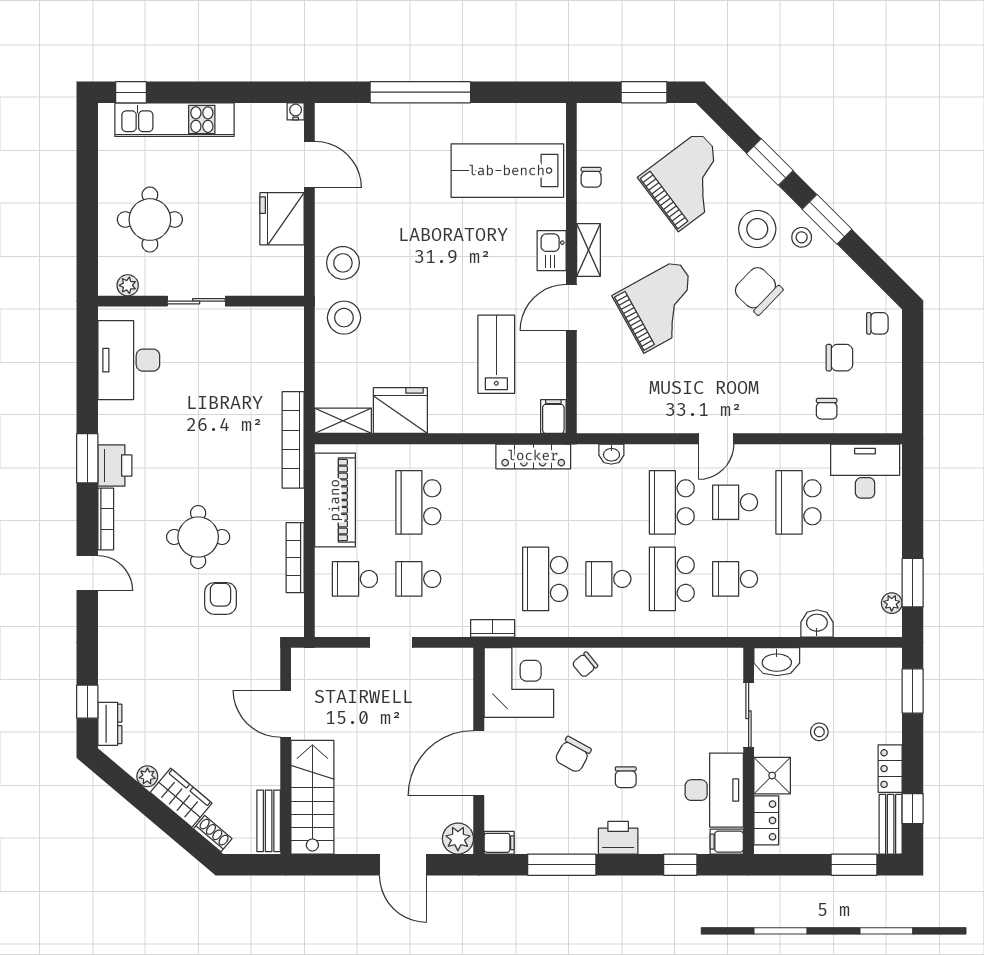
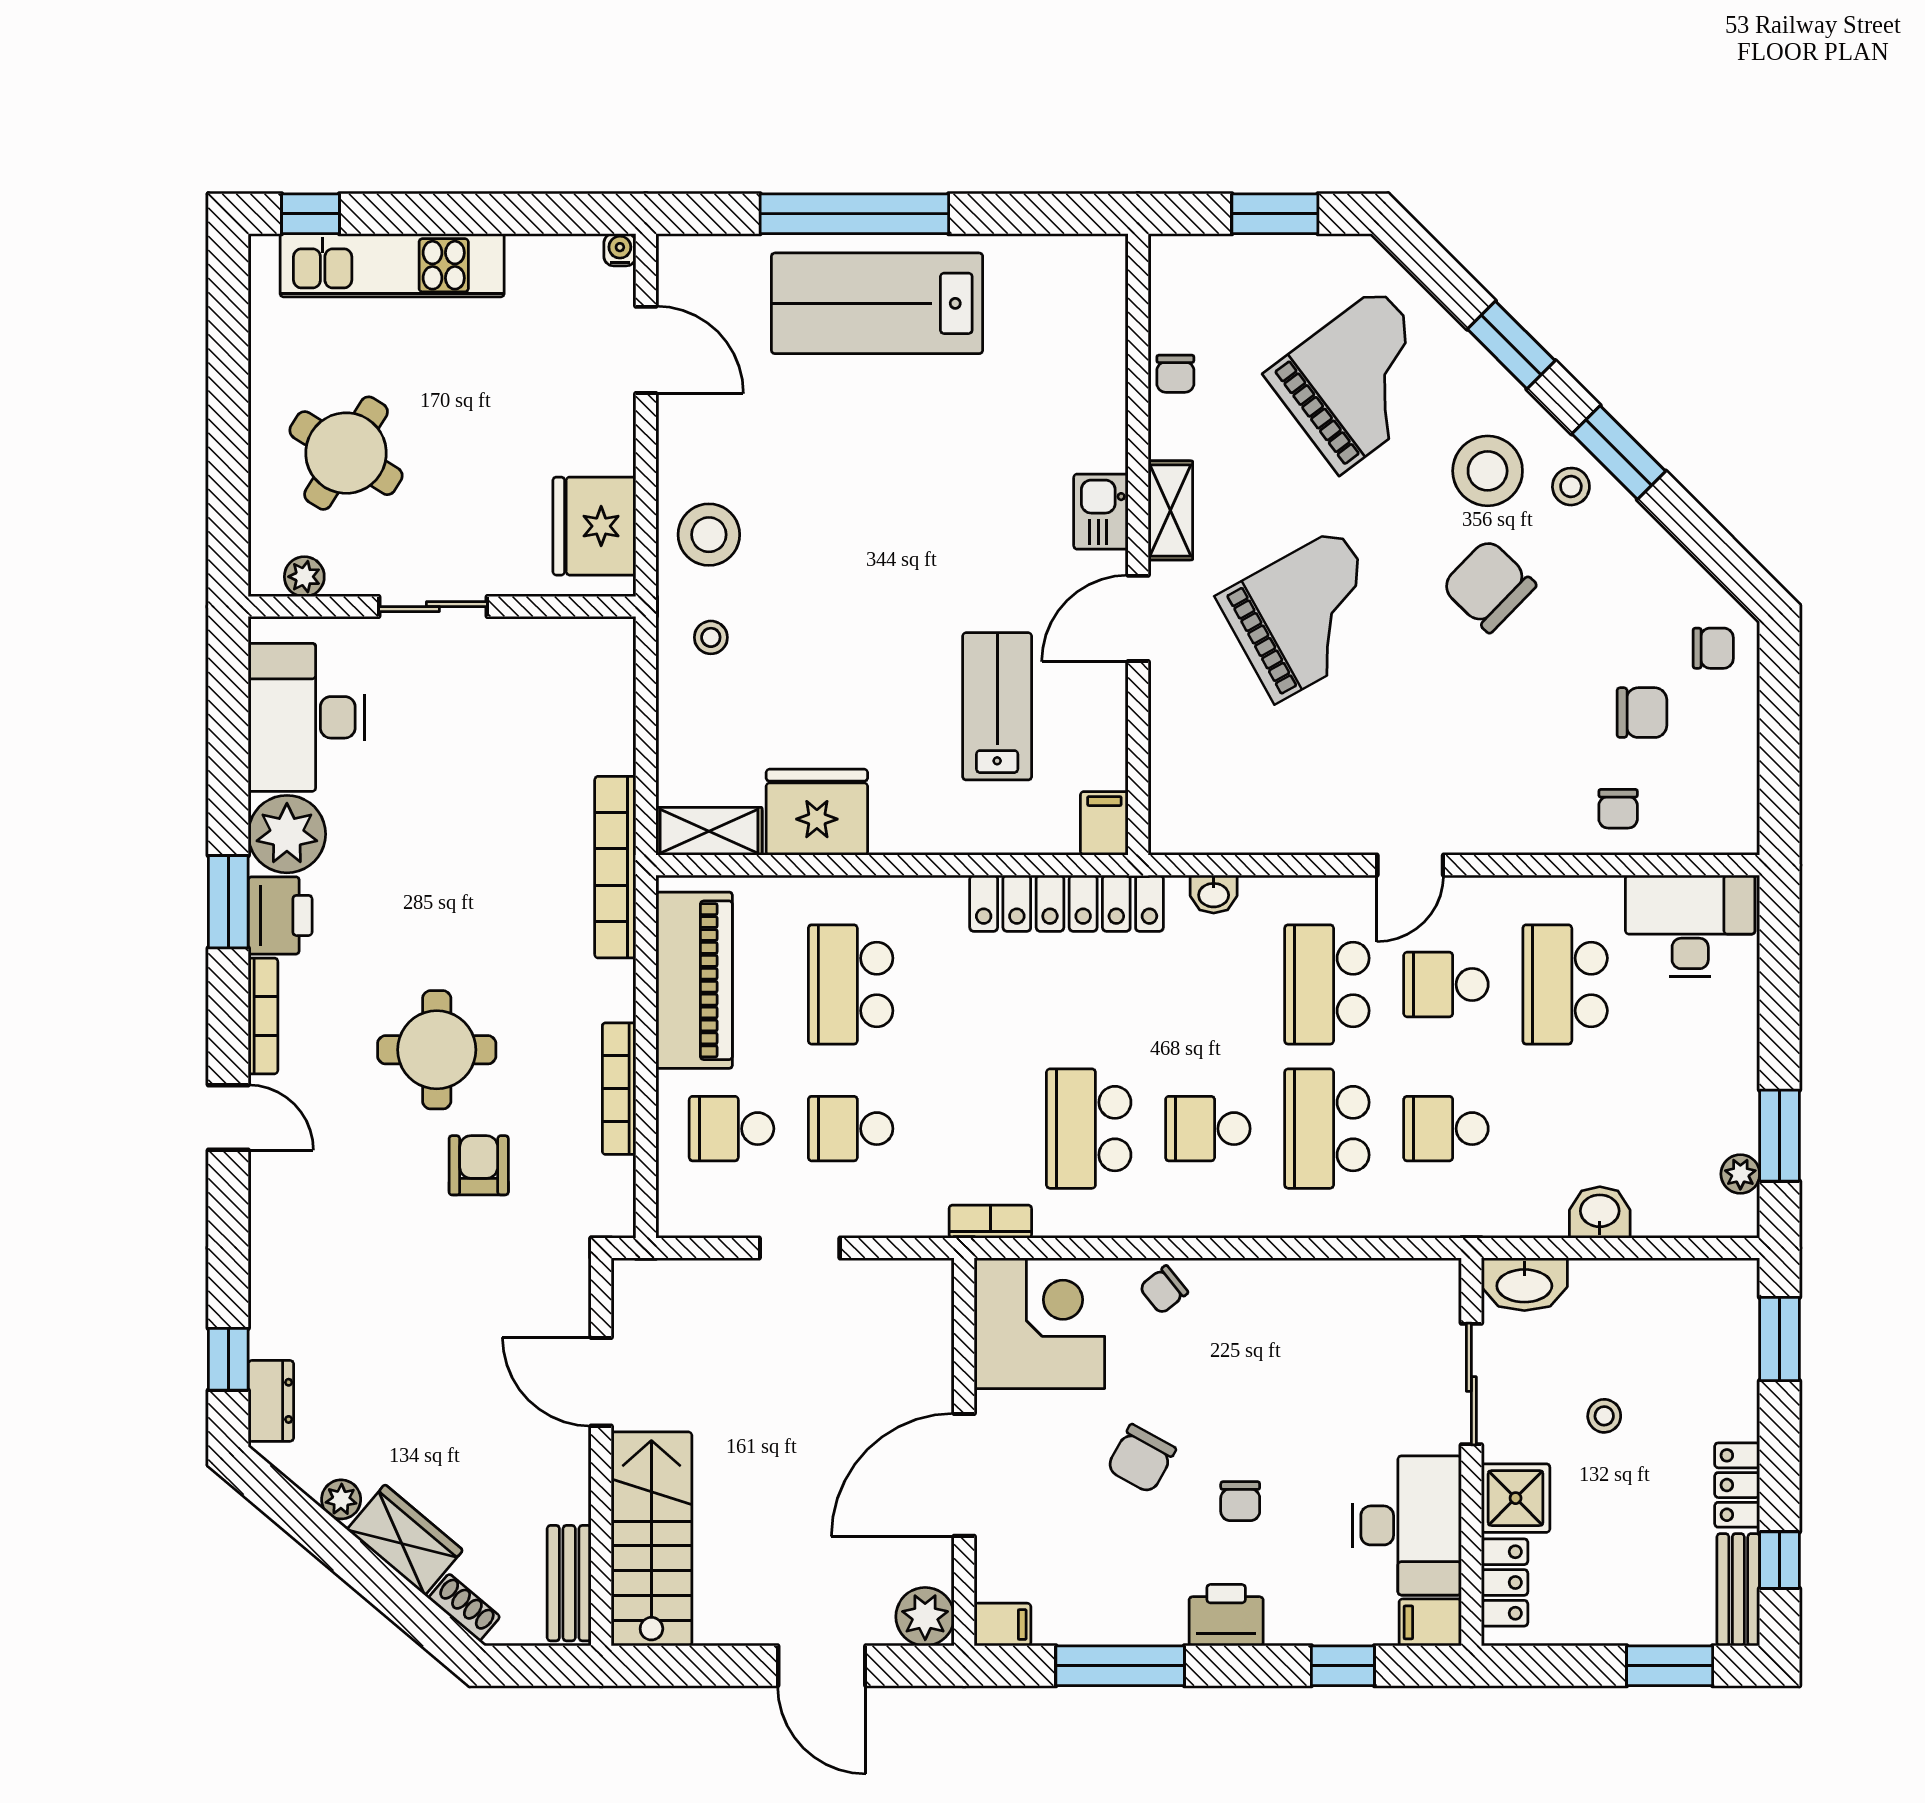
lab bench: (507, 171) -> (877, 303), moved
fridge: (282, 219) -> (594, 526), moved
round table: (150, 220) -> (346, 453), turned 32
stool: (344, 318) -> (711, 637), width x0.53, depth x0.53
plant: (118, 422) -> (287, 834), added
locker: (533, 456) -> (1067, 903), width x1.41, depth x1.21

